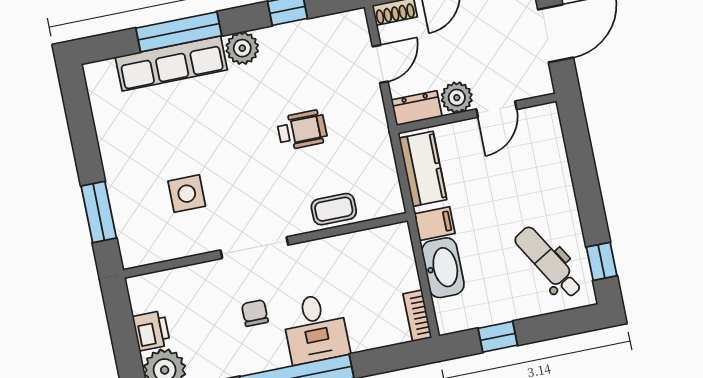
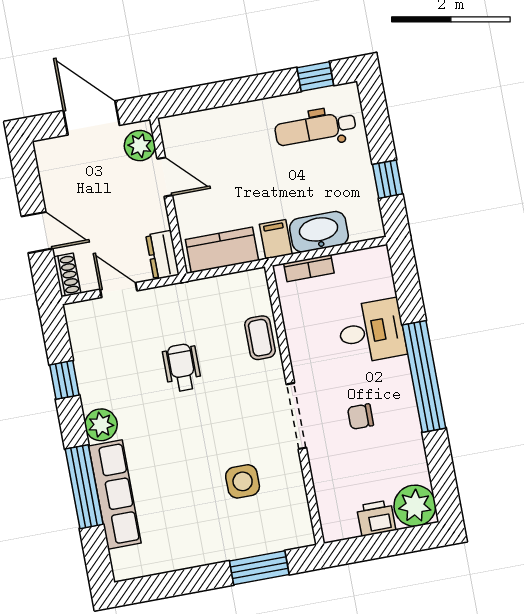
plant: (457, 98) -> (140, 146), moved
dental chair: (548, 262) -> (315, 128), turned 31
bookcase: (417, 316) -> (309, 268), moved
desk: (316, 328) -> (372, 331), moved

